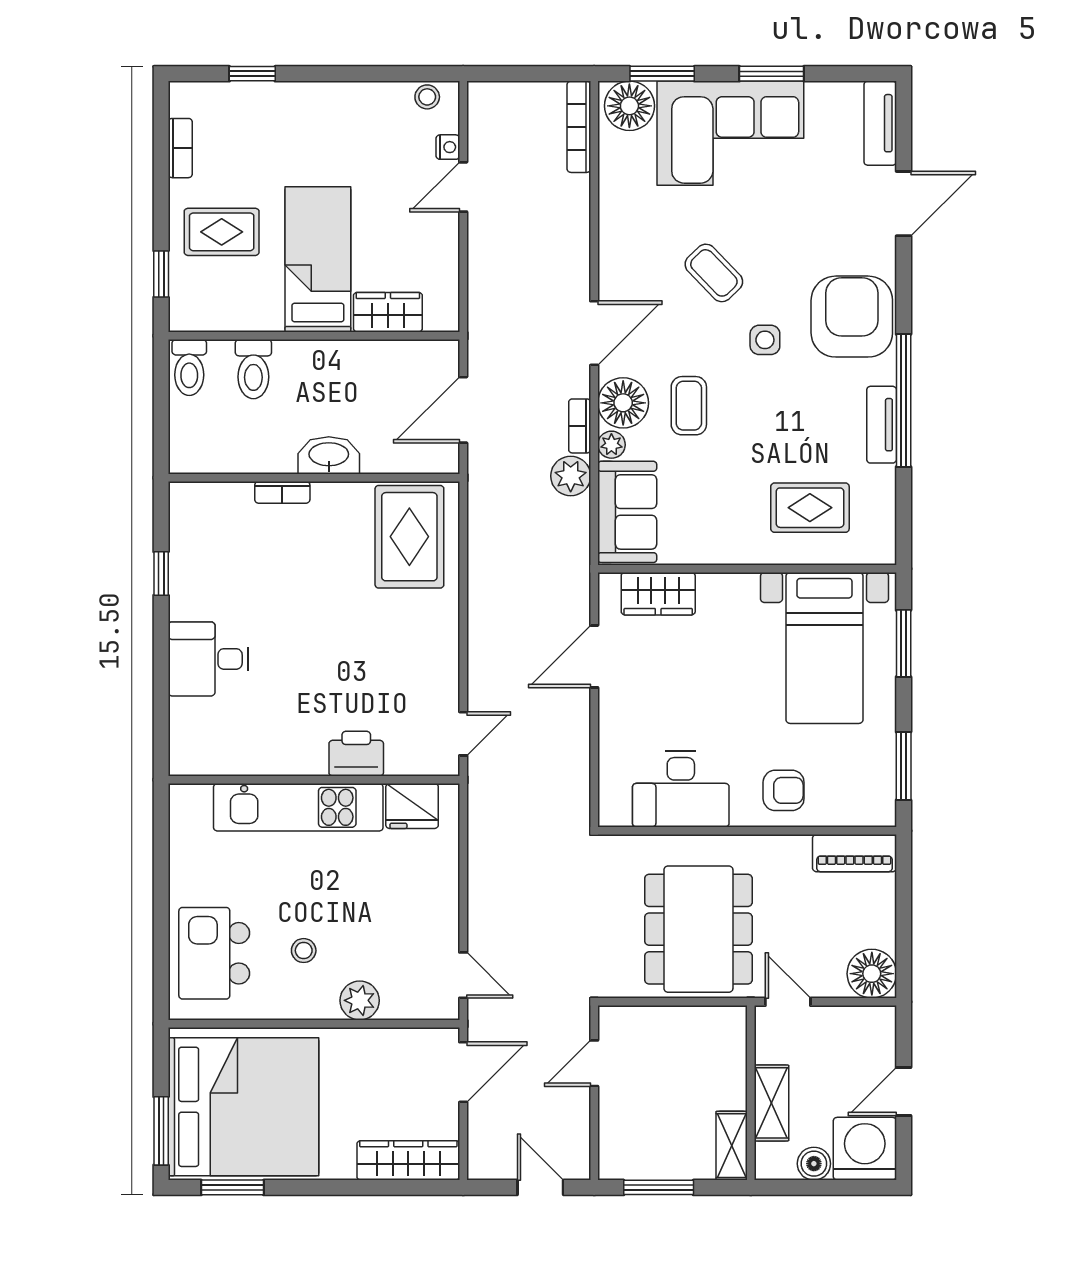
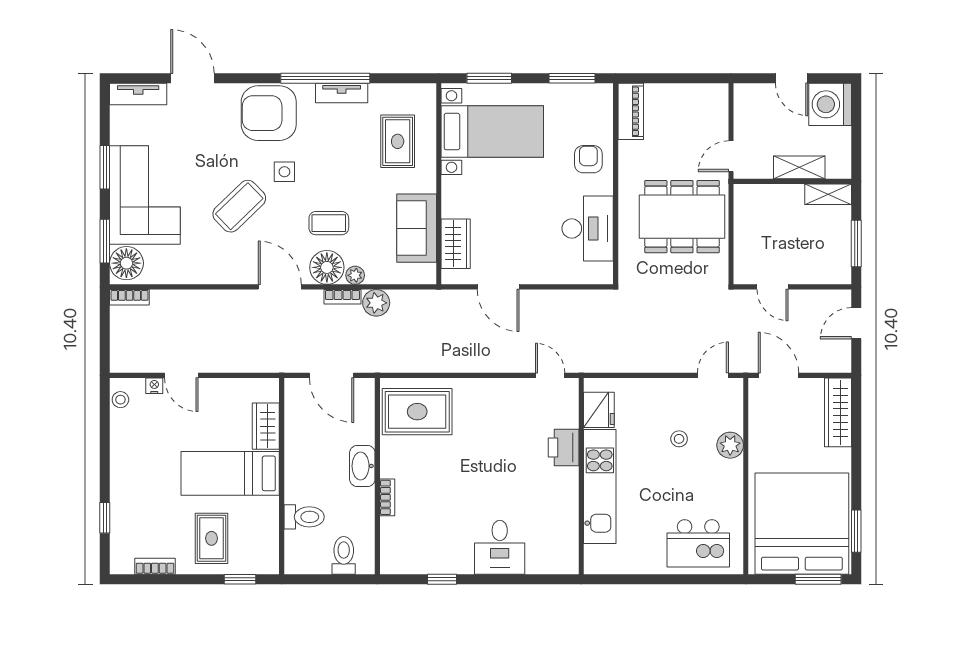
bookcase: (579, 127) -> (129, 297), width x0.64
coffee table: (714, 273) -> (239, 206), width x1.36, depth x1.30
toilet: (189, 367) -> (344, 555), moved, turned -90
sofa: (627, 512) -> (417, 228), moved, turned -90
stool: (304, 951) -> (679, 439), moved
floor lamp: (872, 974) -> (712, 100), removed
boiler: (814, 1164) -> (840, 139), removed

